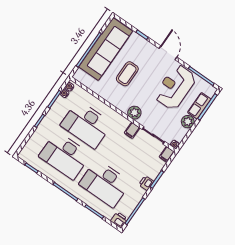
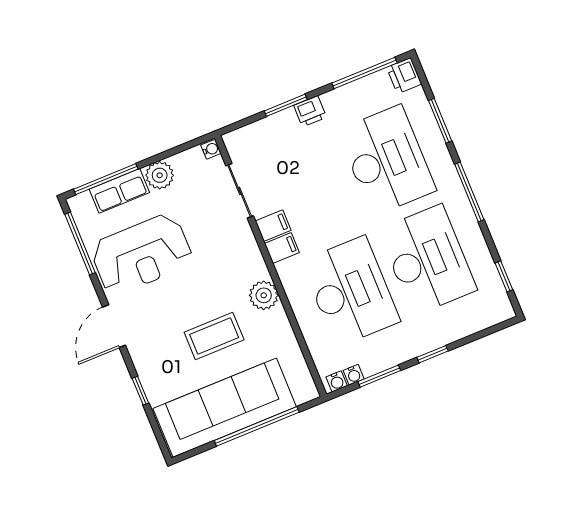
plant: (134, 113) -> (264, 295), moved
filing cabinet: (167, 154) -> (282, 248), moved

